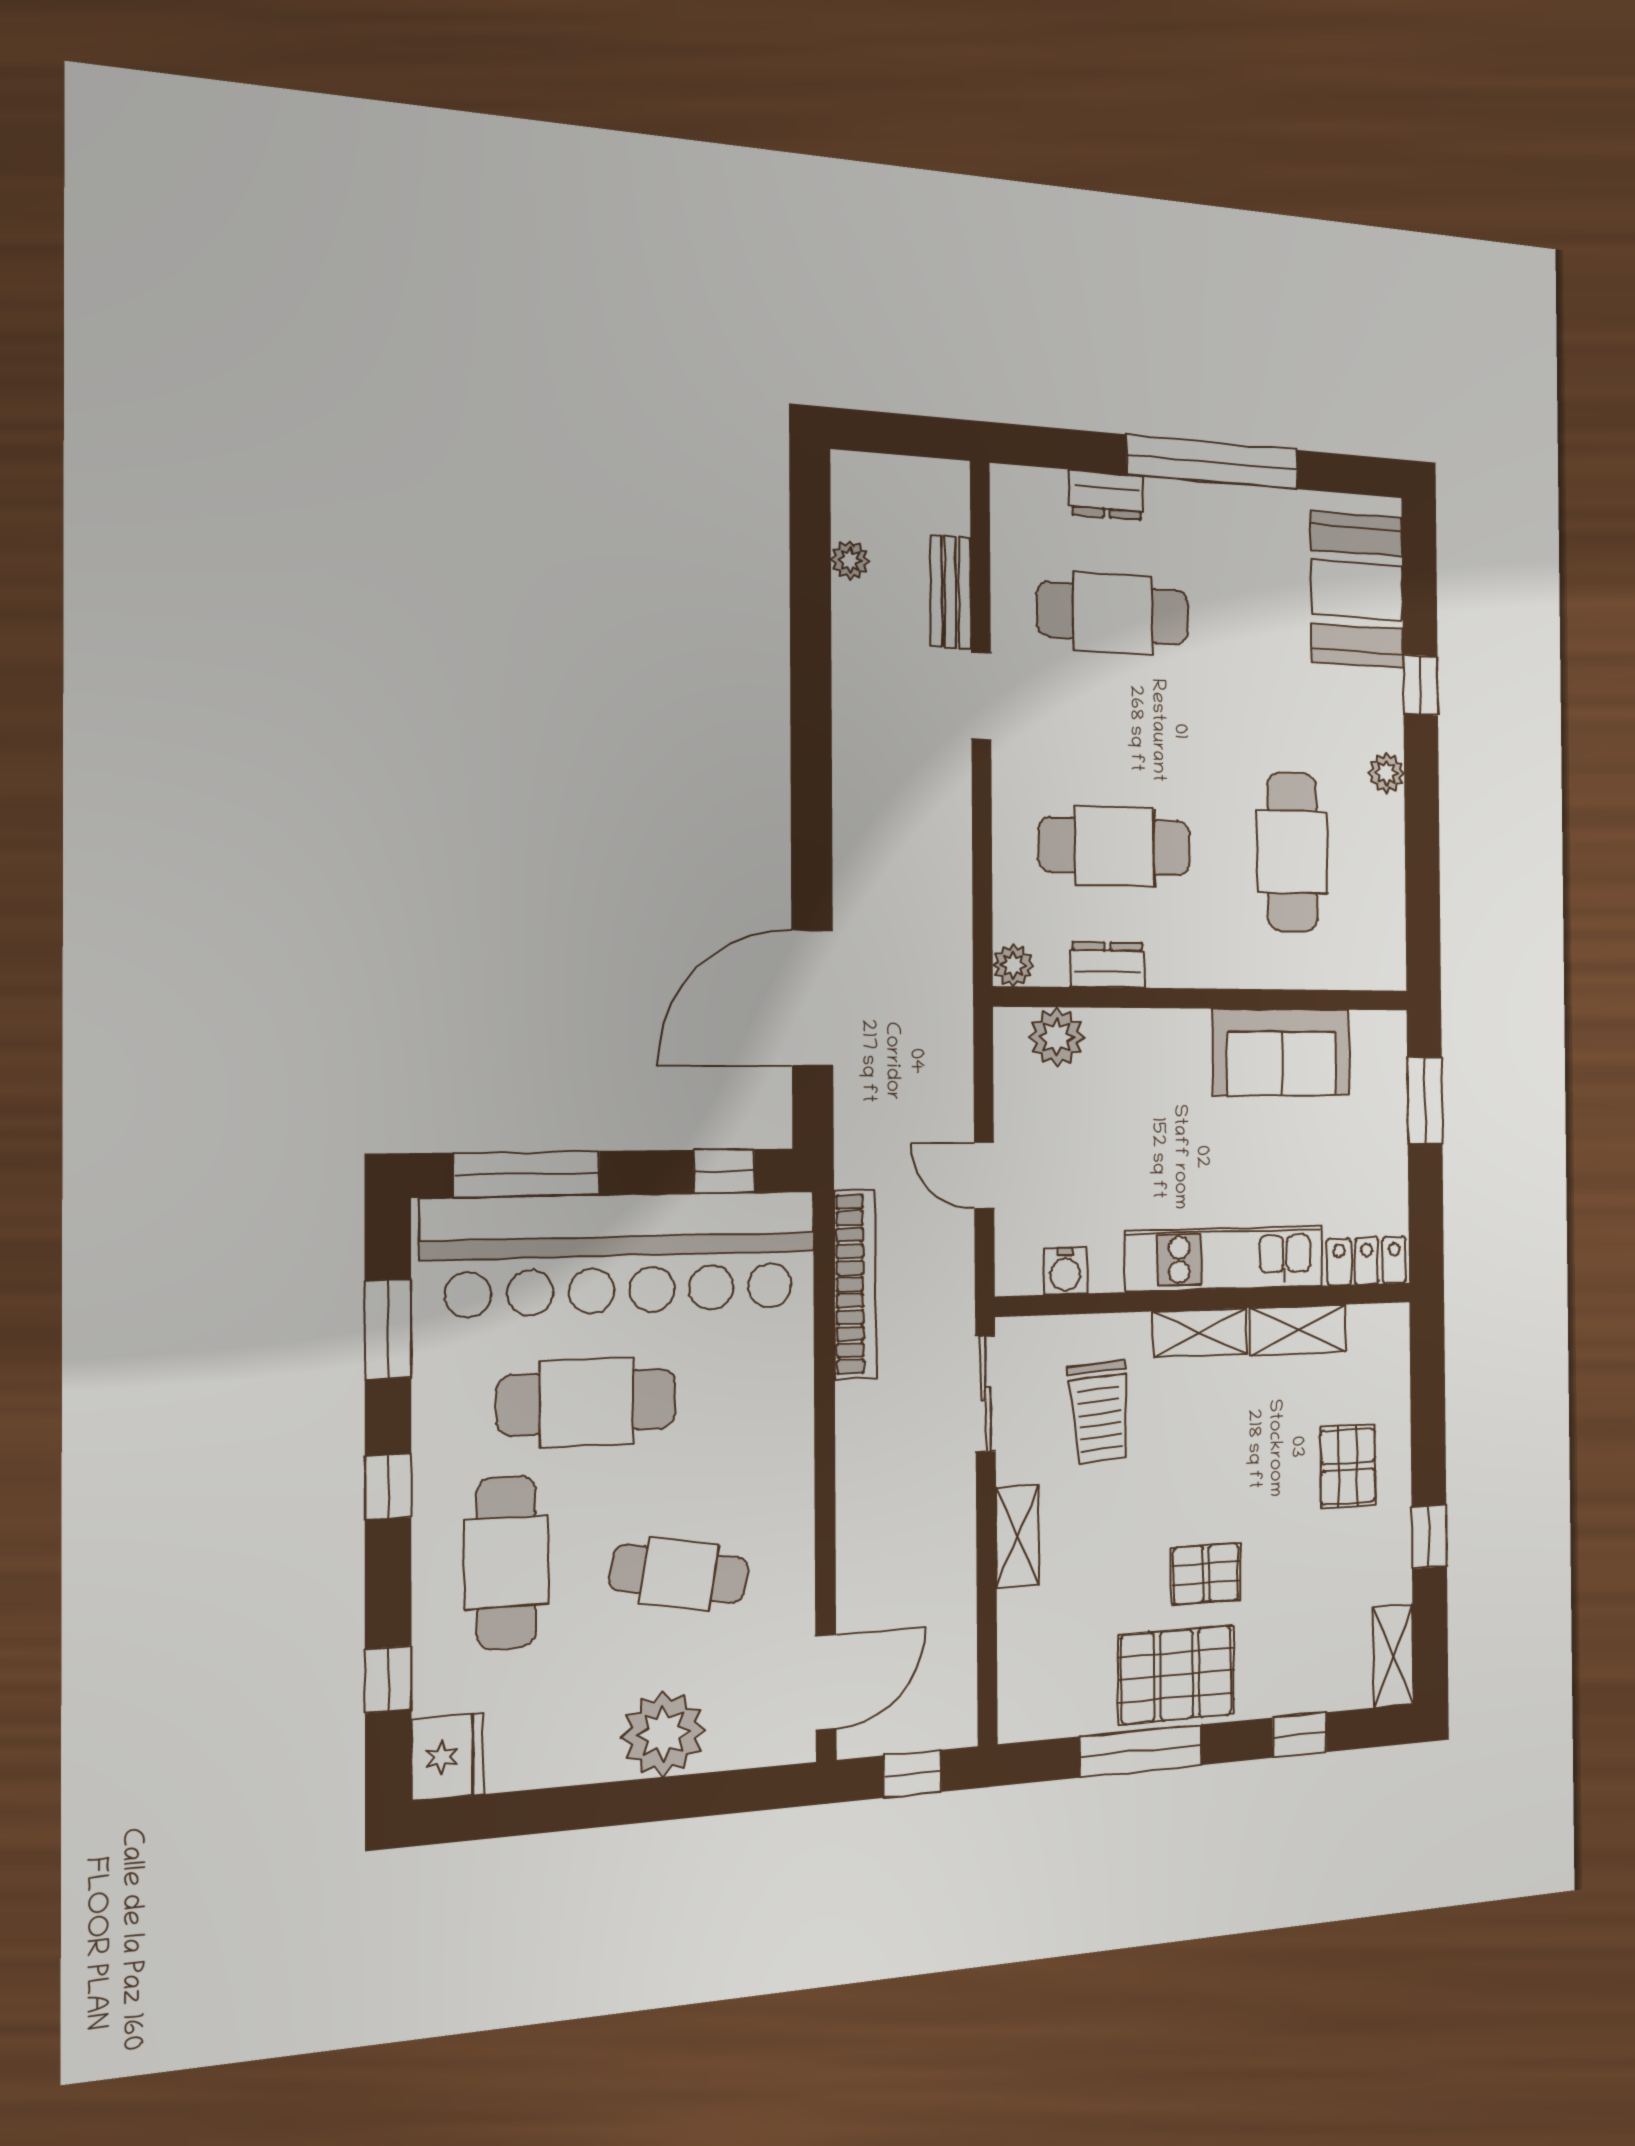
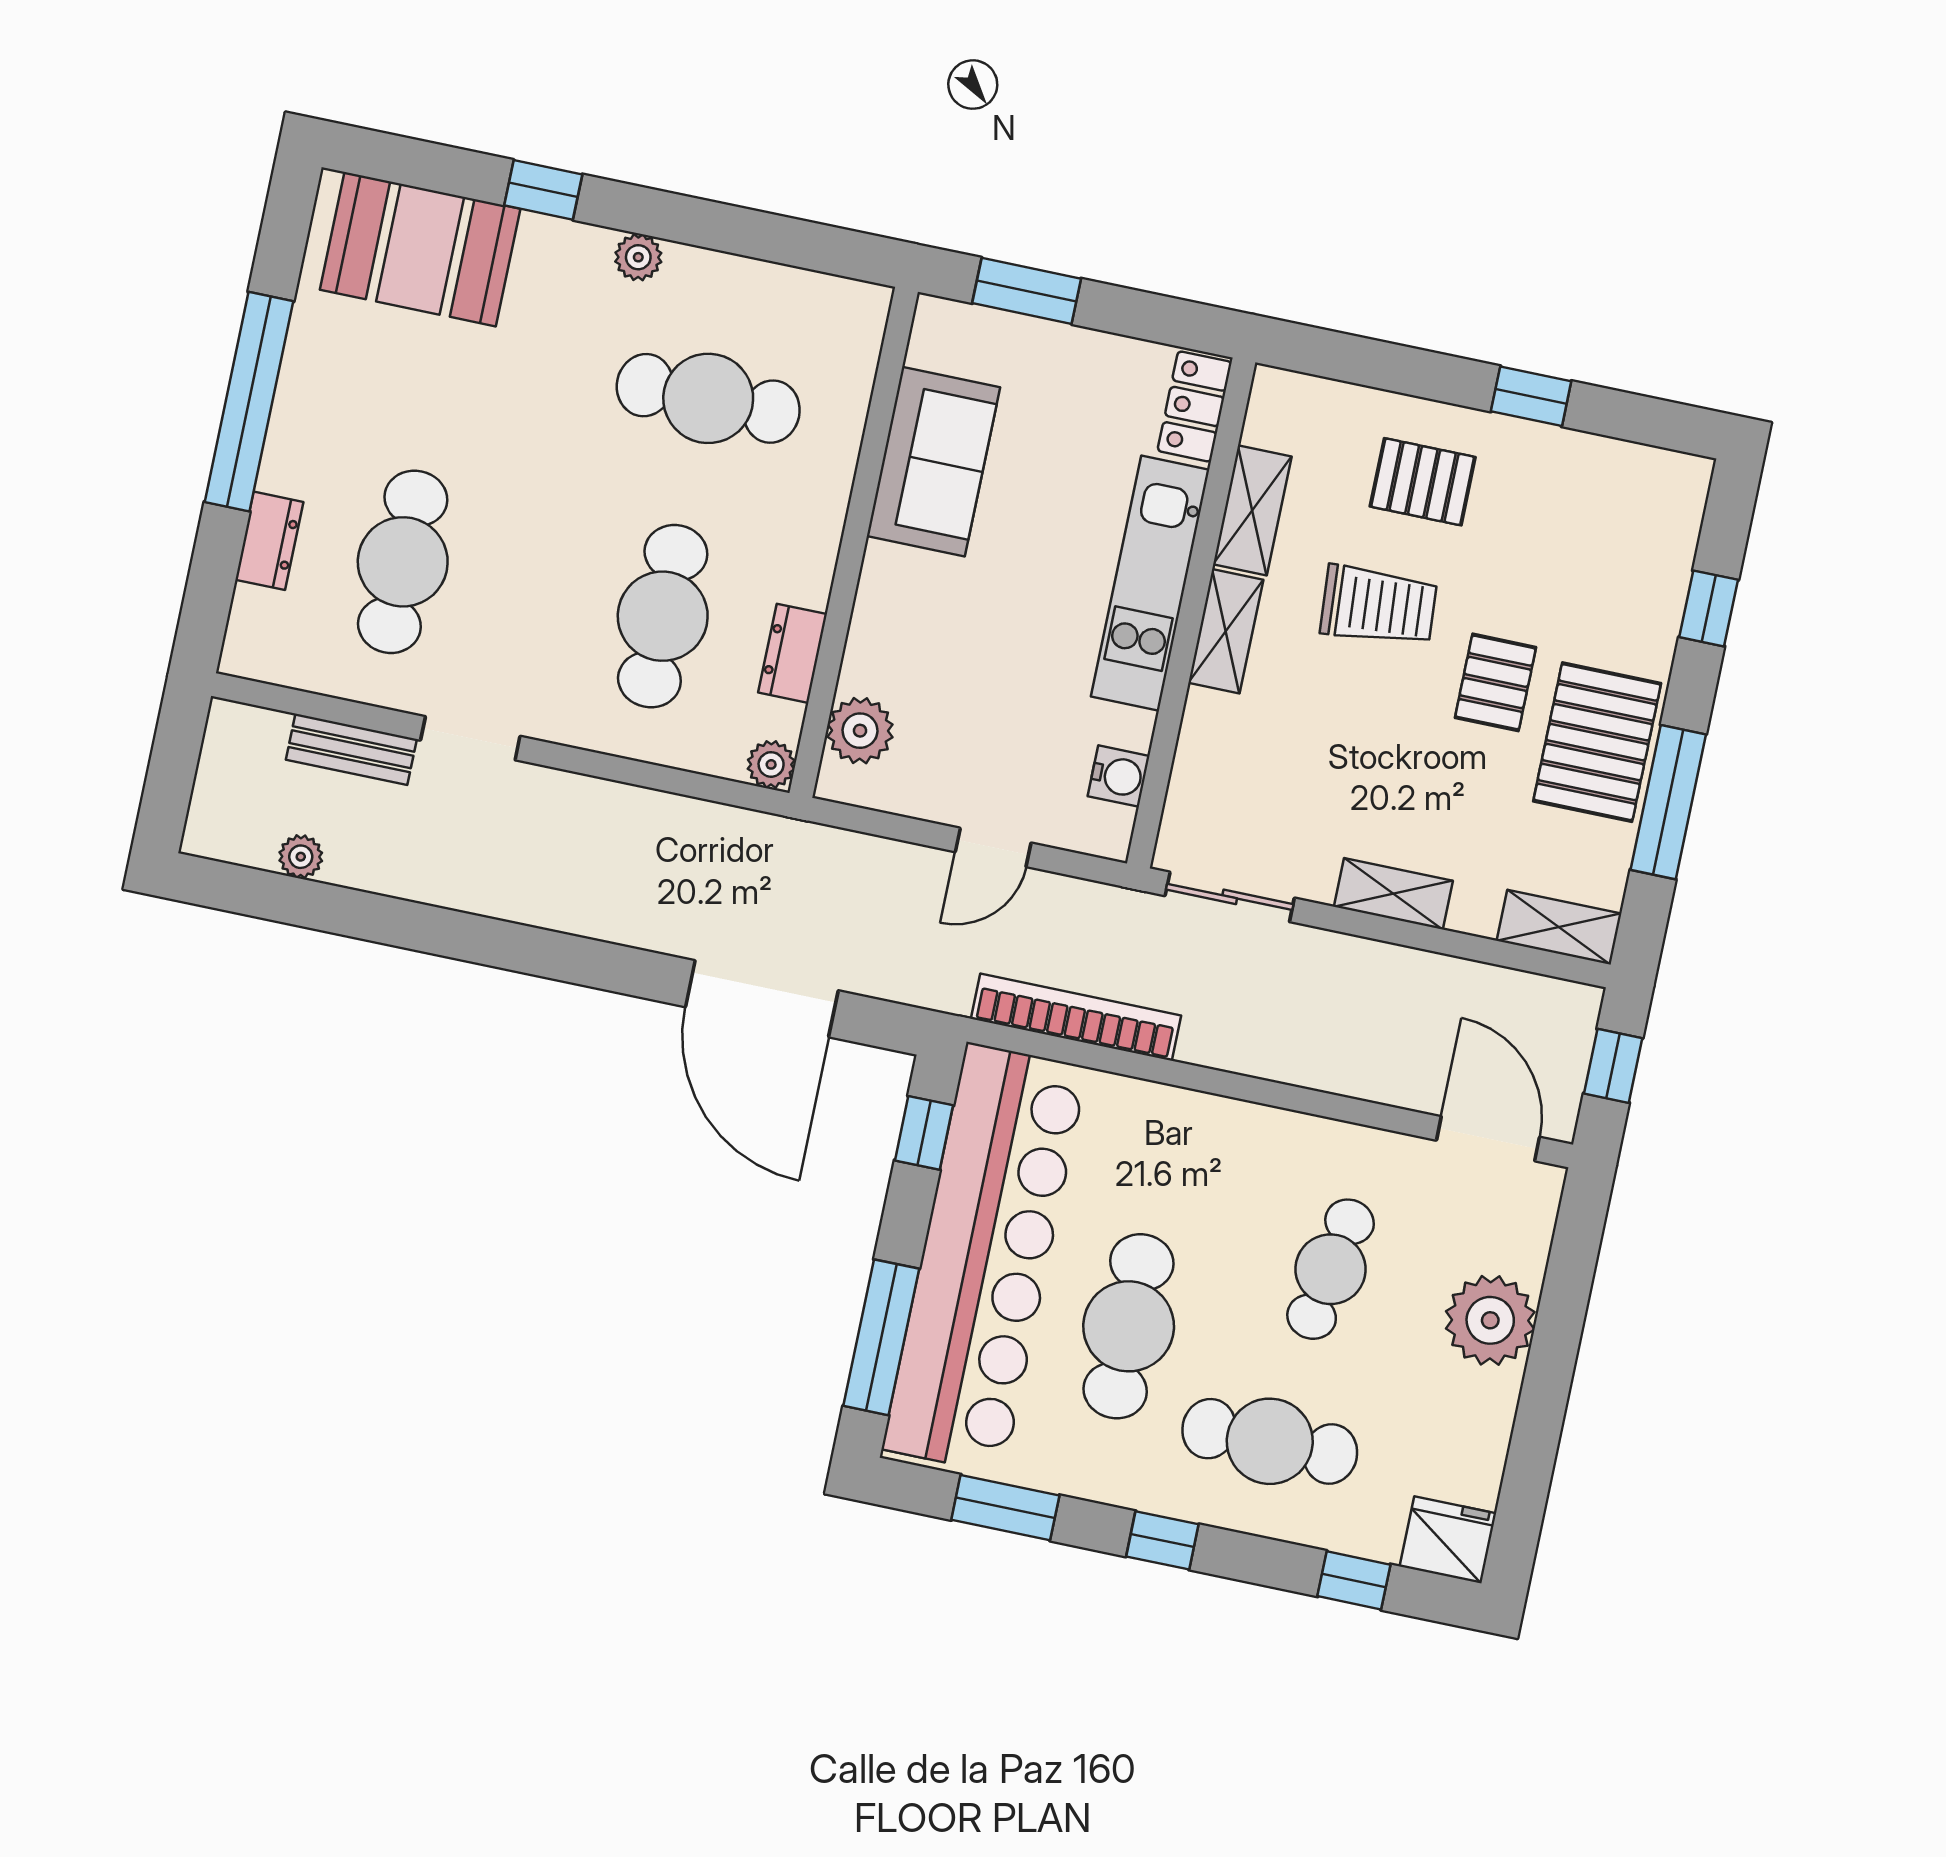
trolley: (1100, 1412) -> (1379, 606), moved
shelving: (1393, 1656) -> (1559, 927), moved

